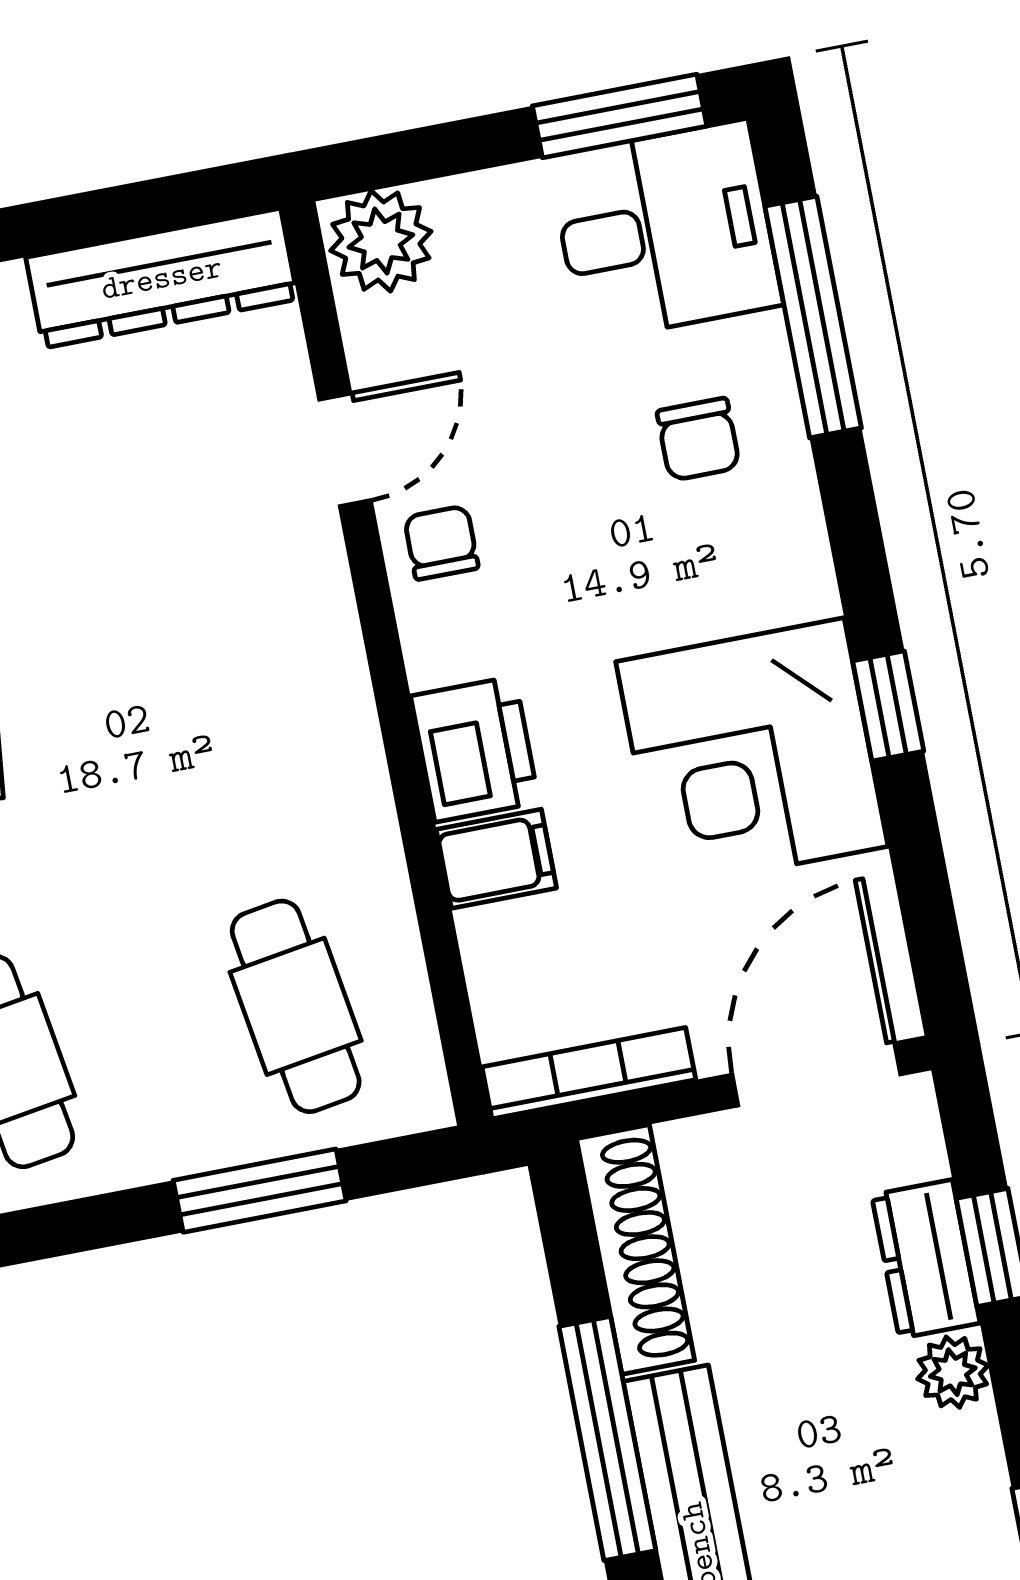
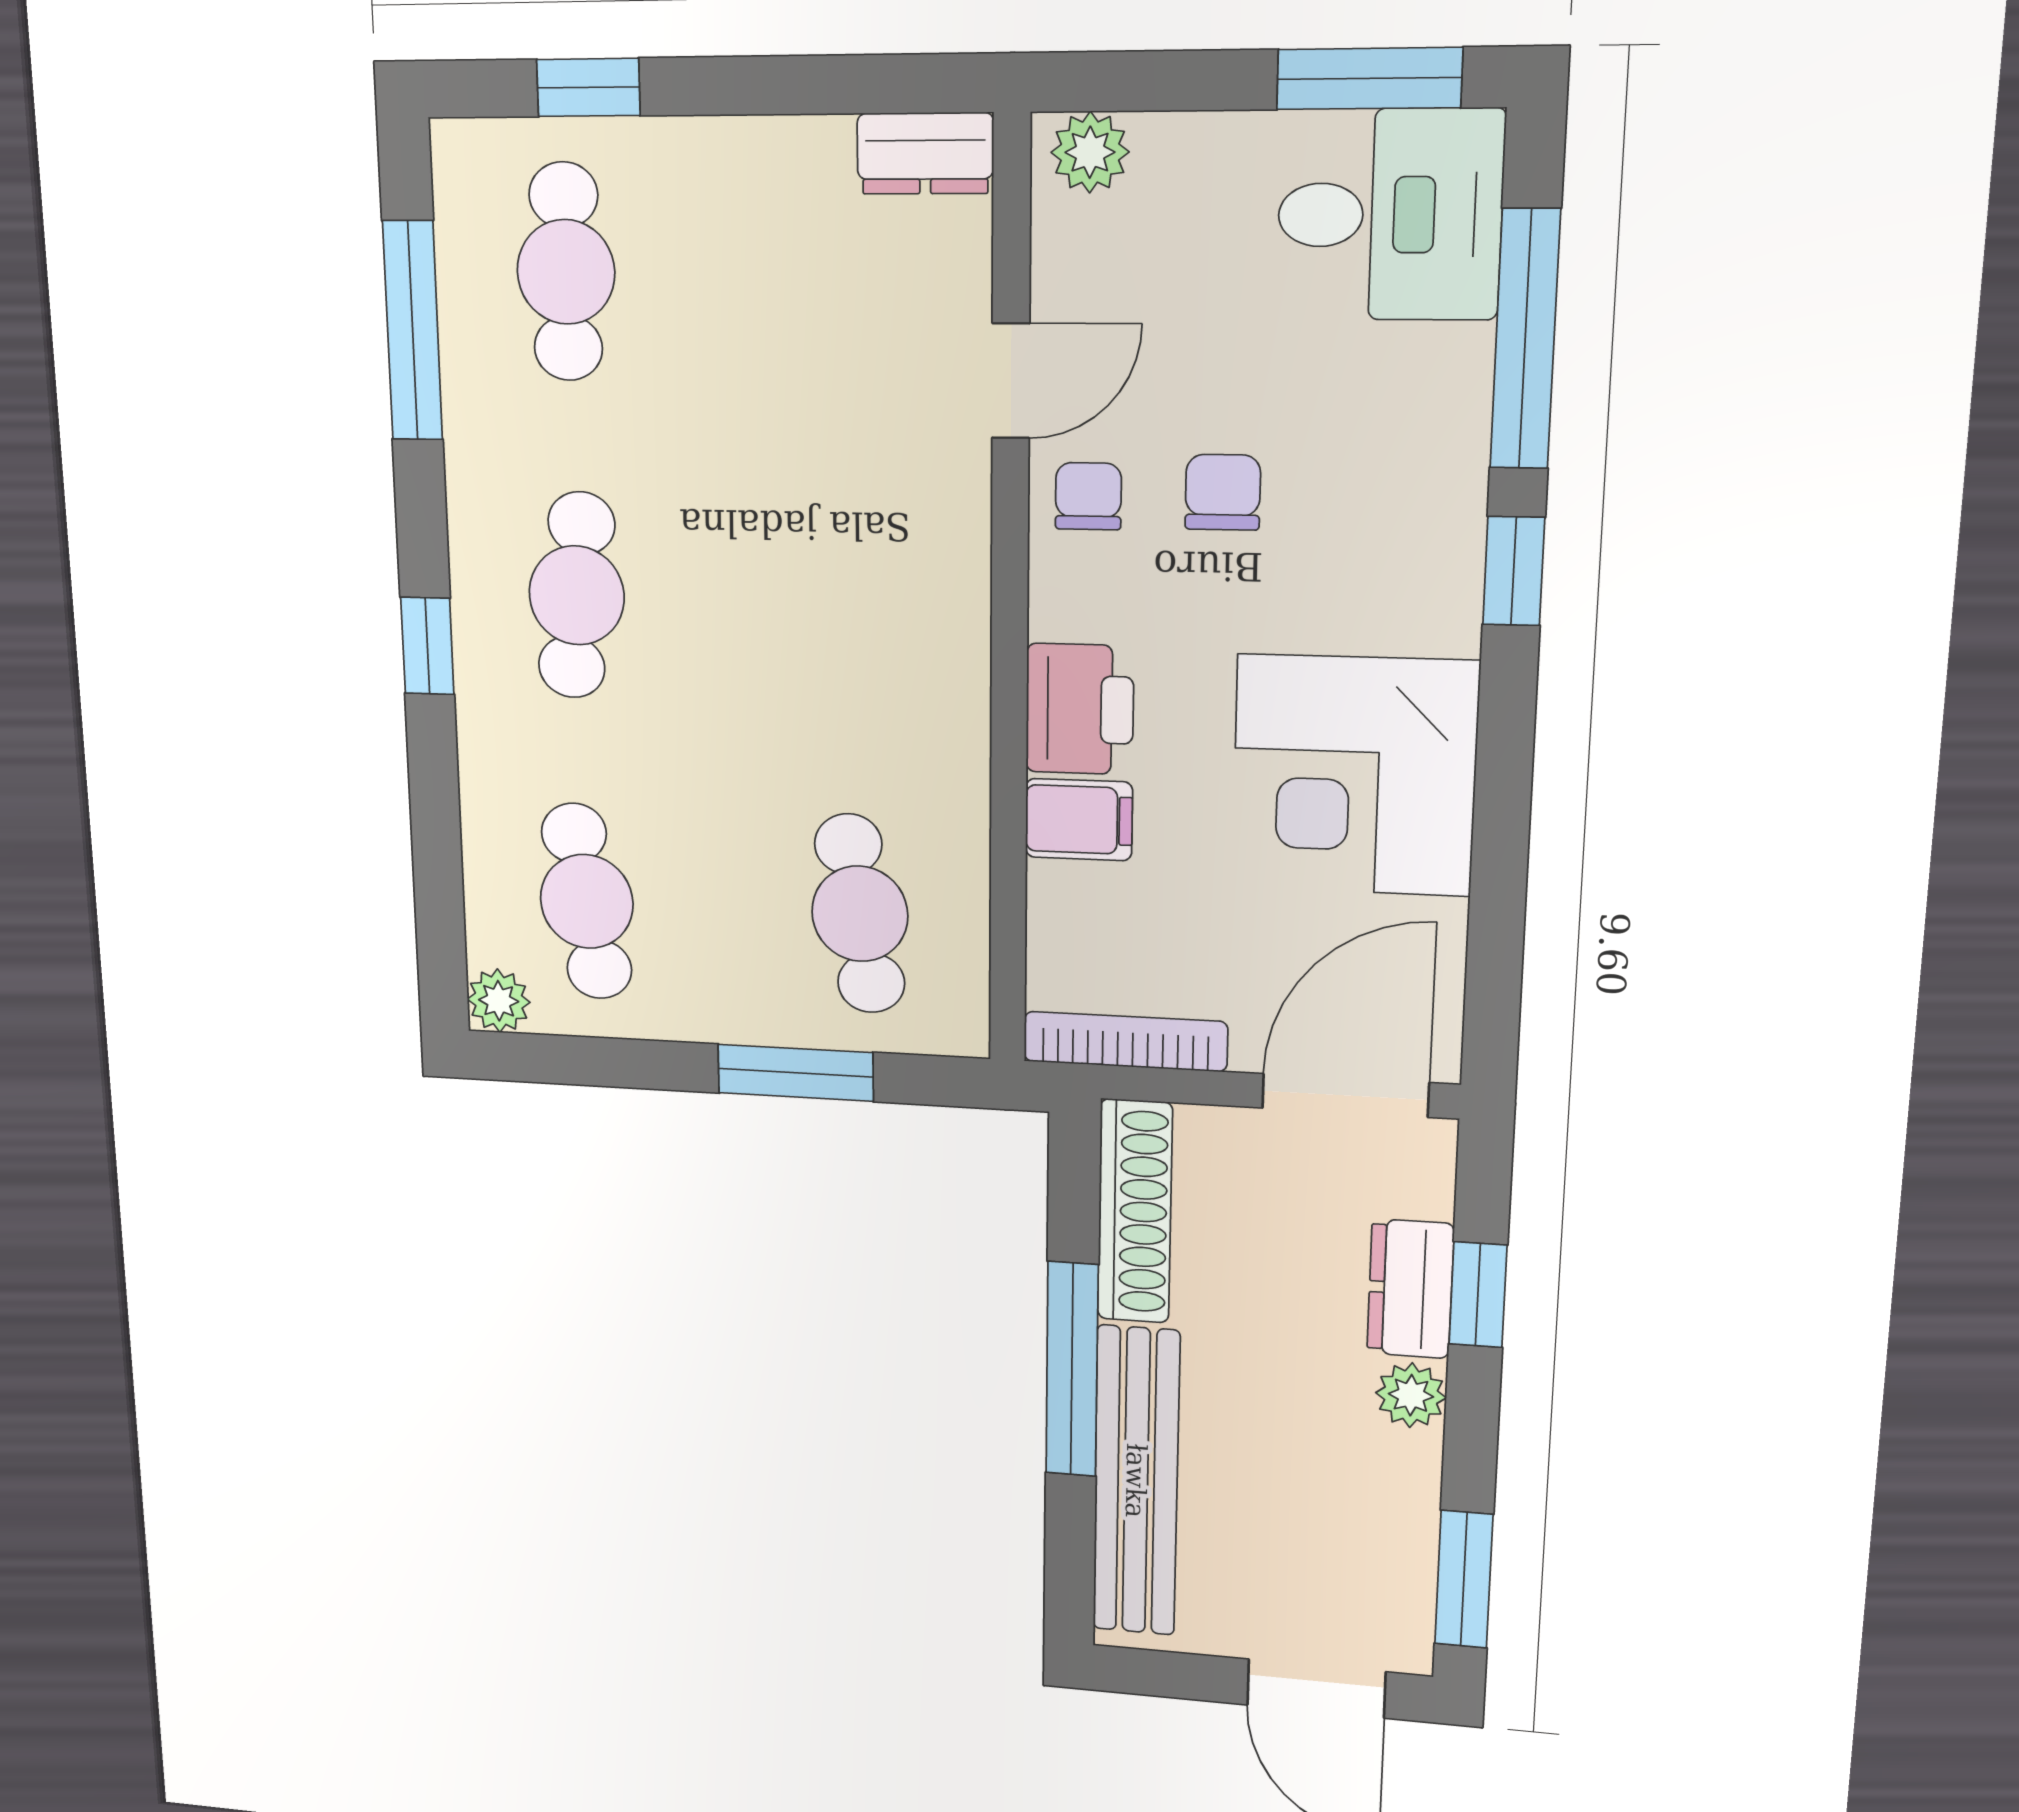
plant: (381, 241) -> (1090, 152), width x0.73, depth x0.73
dresser: (162, 278) -> (925, 153), width x0.51, depth x0.80
chair: (698, 439) -> (1223, 492), moved, turned 180
window: (888, 706) -> (1514, 571), moved

